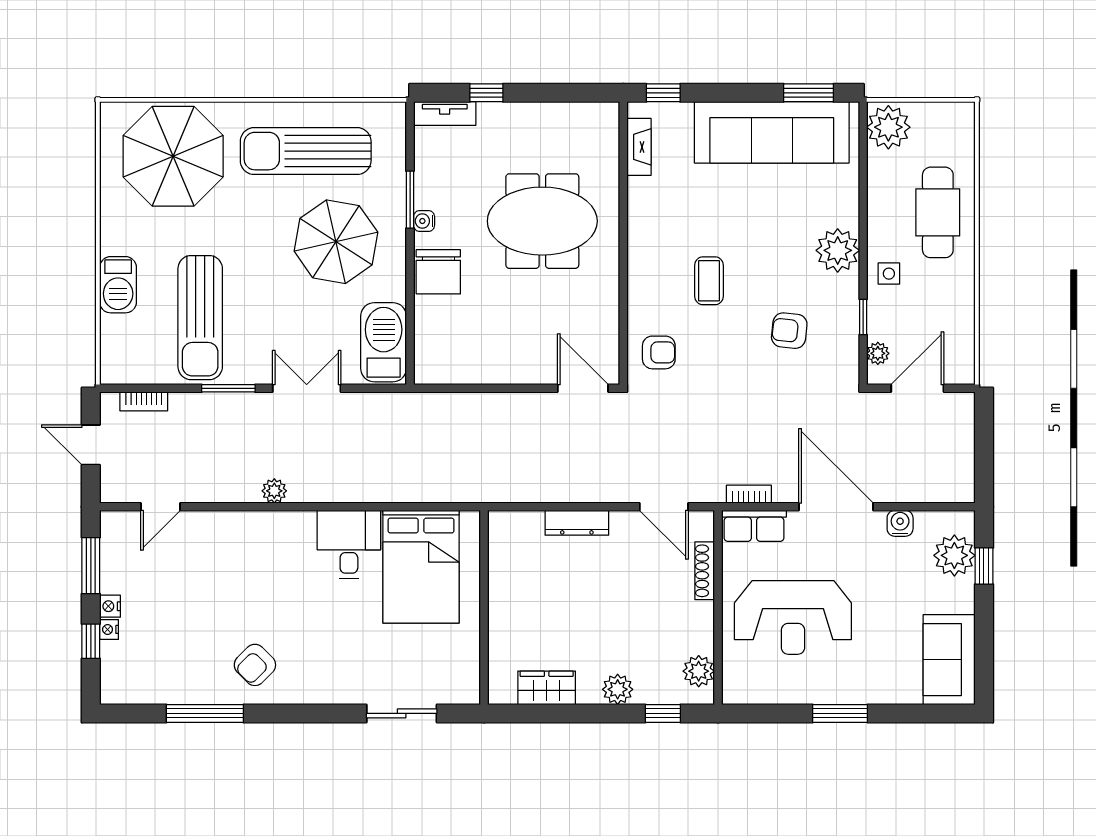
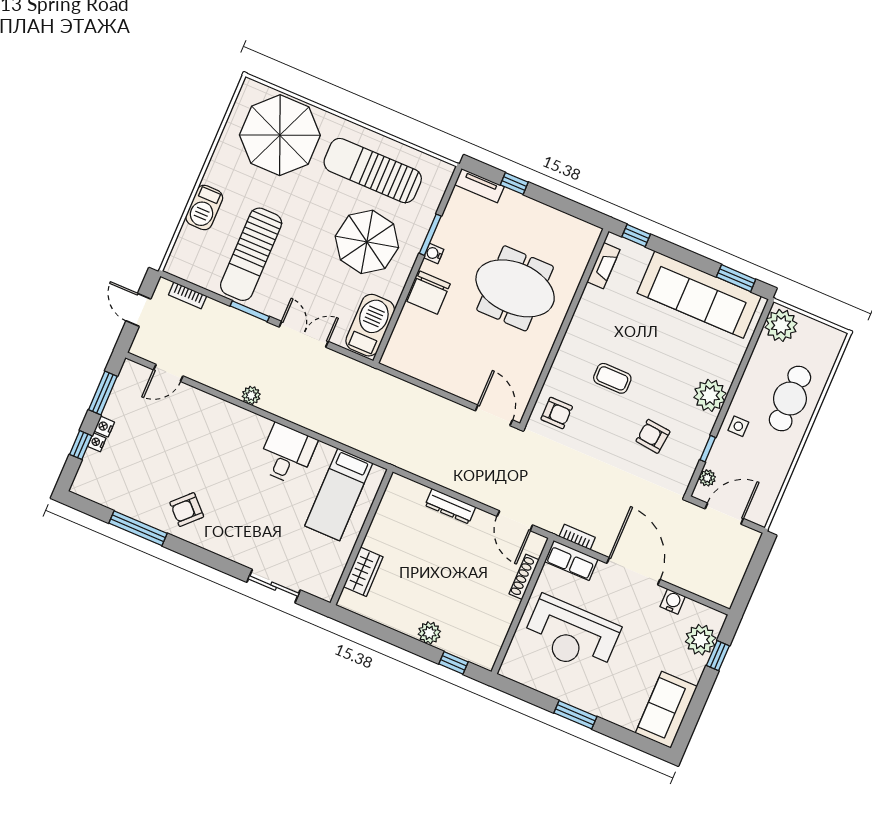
coffee table: (709, 281) -> (612, 378), turned 90
bed: (421, 567) -> (339, 494), width x0.67
plant: (699, 671) -> (491, 644), removed
wardrobe: (547, 688) -> (363, 572), moved, turned 90

